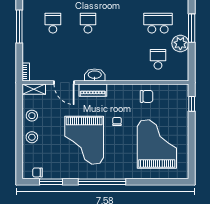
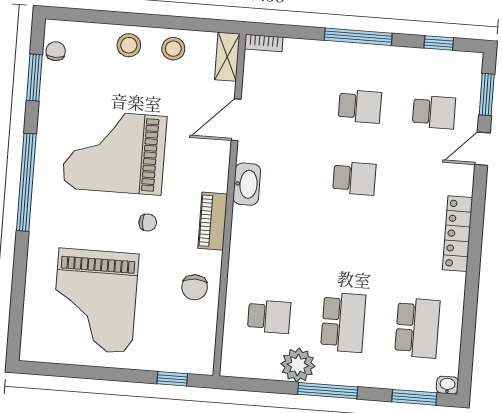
piano: (93, 90) -> (213, 221), moved
grand piano: (157, 144) -> (95, 301), turned 90

